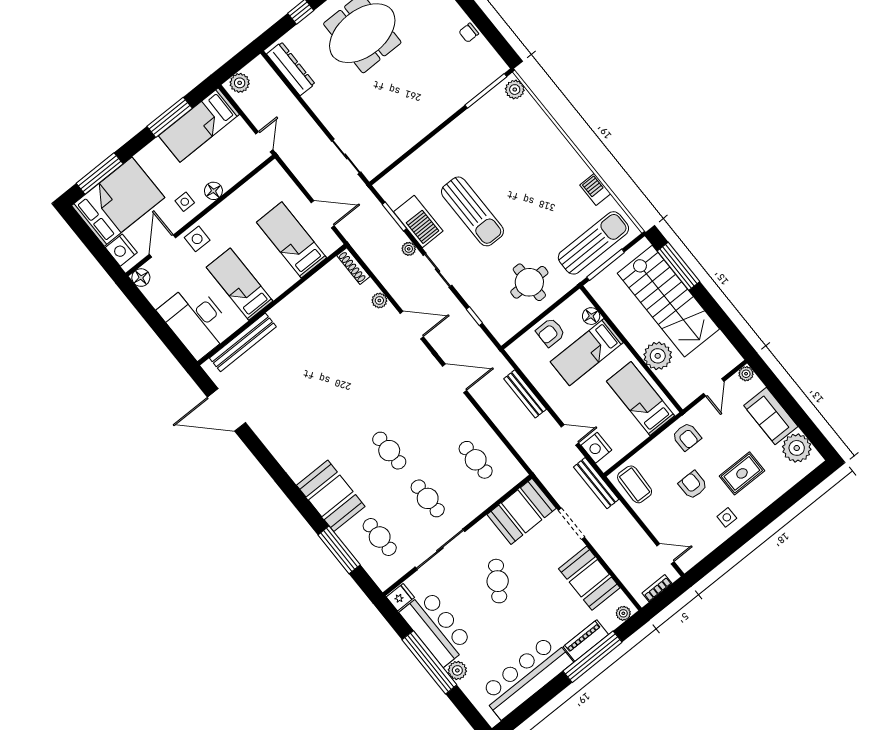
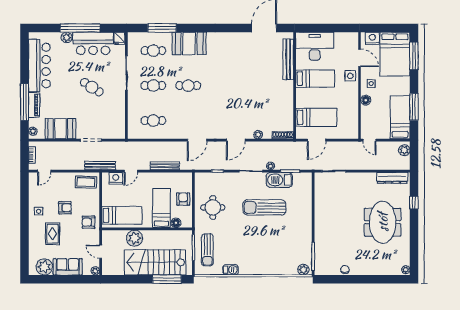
sun lounger: (593, 243) -> (207, 250), width x0.73, depth x0.75
floor lamp: (141, 278) -> (353, 37), removed
booth: (522, 511) -> (114, 123), removed

